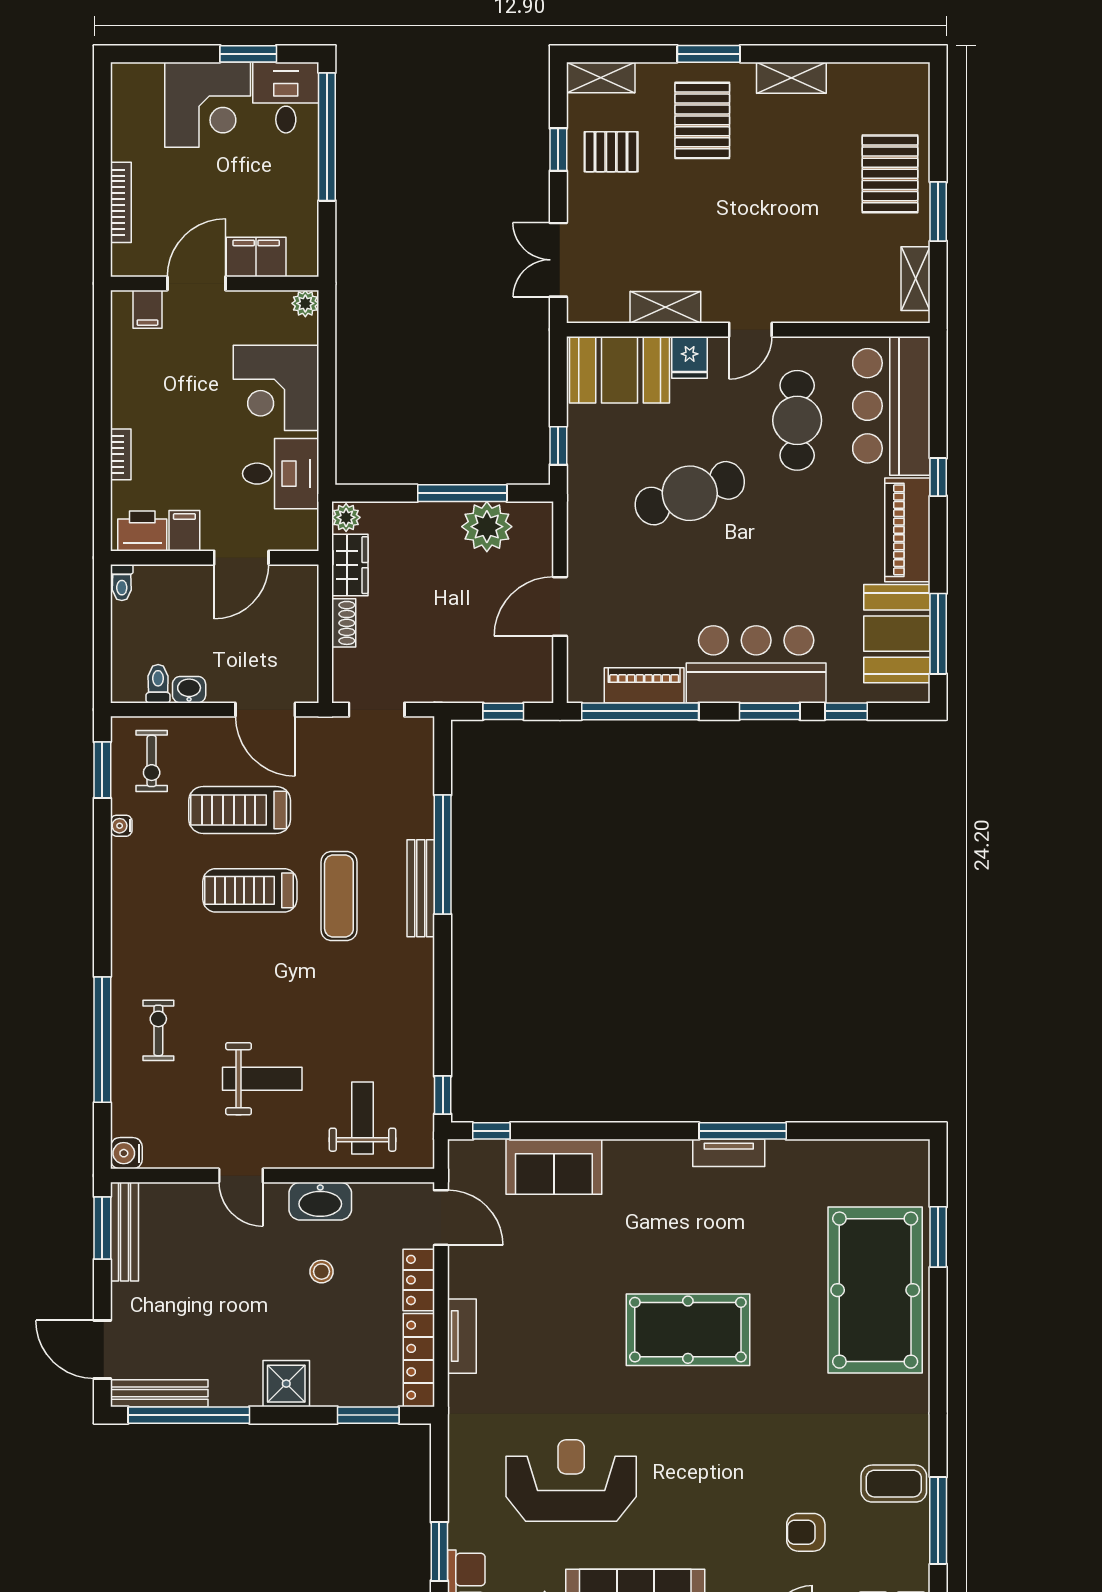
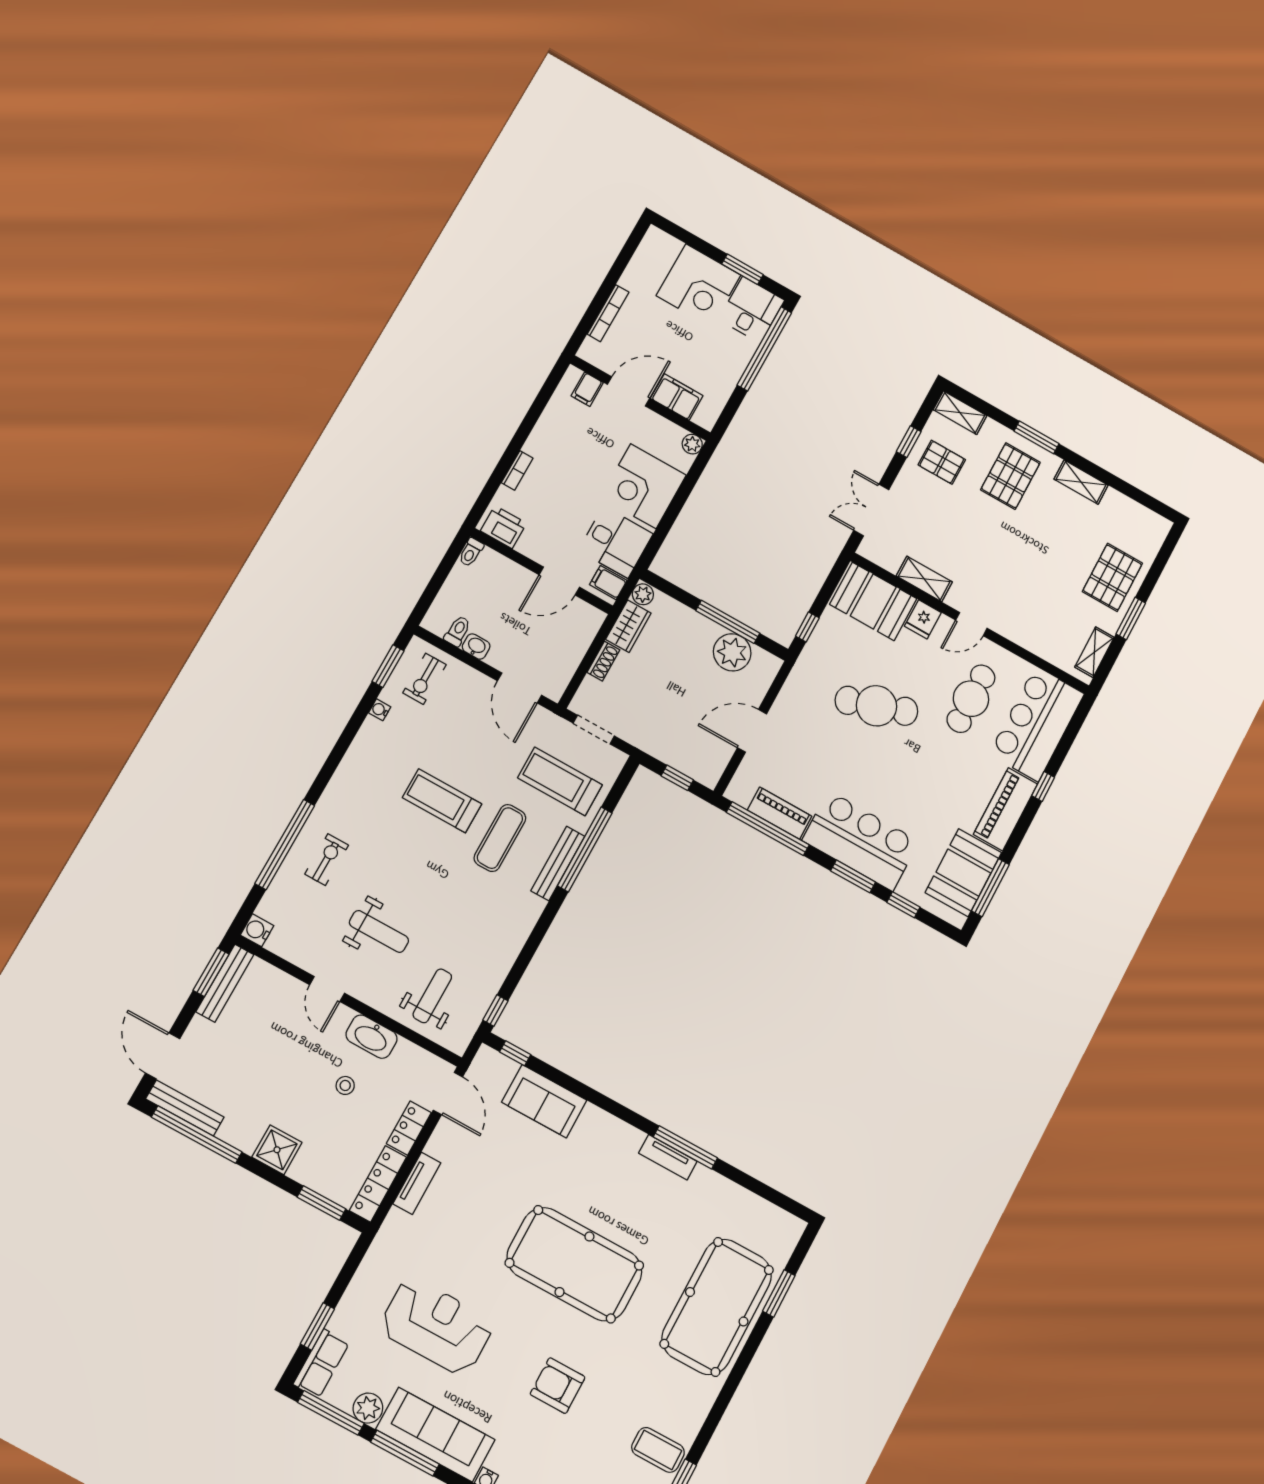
filing cabinet: (184, 531) -> (608, 583), moved, turned -90
treadmill: (240, 810) -> (560, 781), moved
pool table: (688, 1330) -> (574, 1264), width x1.36, depth x1.32
armchair: (806, 1532) -> (558, 1386), moved, width x1.38, depth x1.38

